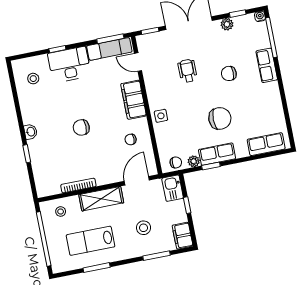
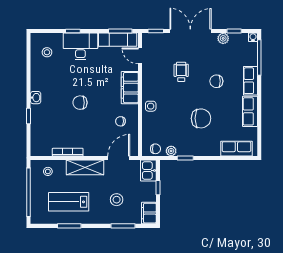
row of seats: (217, 154) -> (250, 111), moved, turned -90

